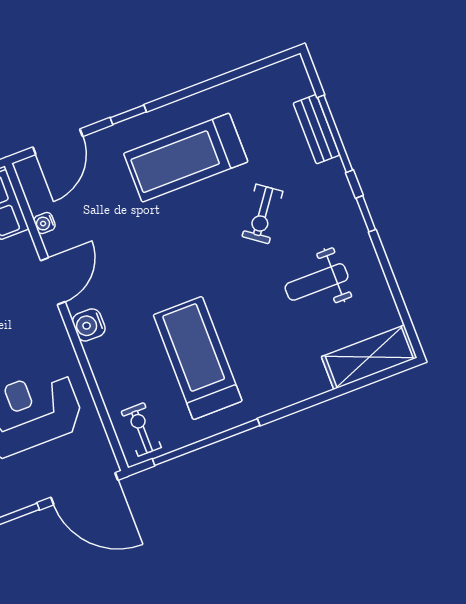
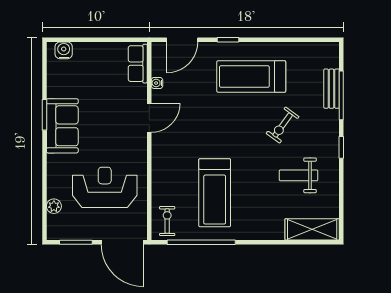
water cooler: (89, 325) -> (160, 150), removed
treadmill: (198, 358) -> (215, 193), turned 180

